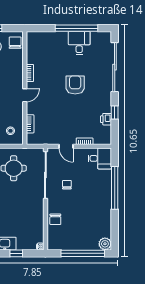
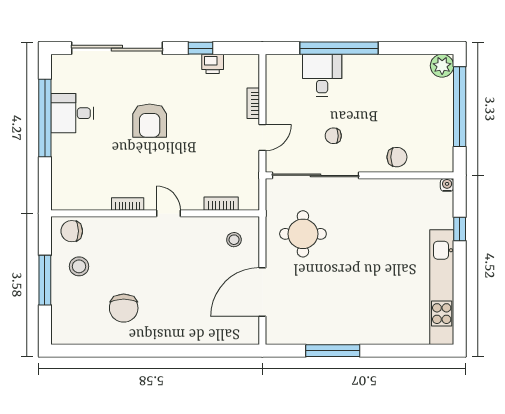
armchair: (75, 85) -> (150, 121), turned -90
desk: (100, 158) -> (322, 75), moved

